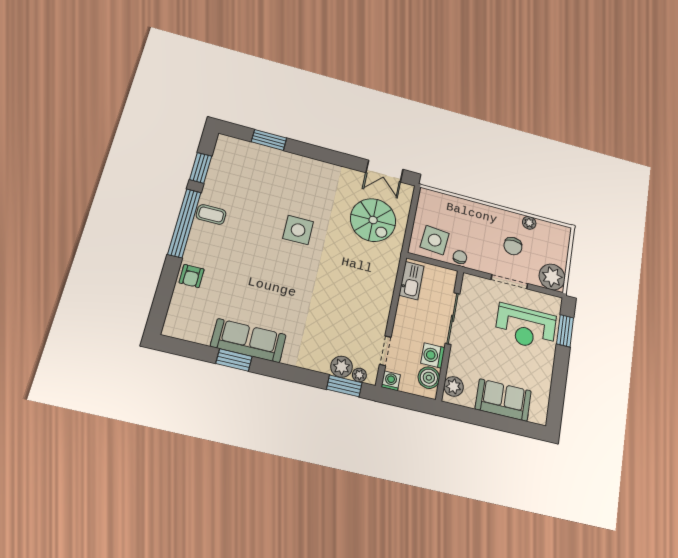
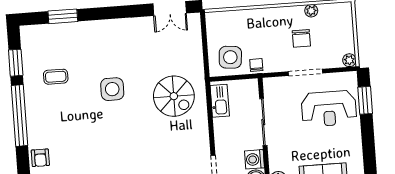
coffee table: (211, 214) -> (56, 77), moved
spiral stairs: (373, 220) -> (174, 96), moved
plant: (552, 277) -> (349, 60), width x0.53, depth x0.53

